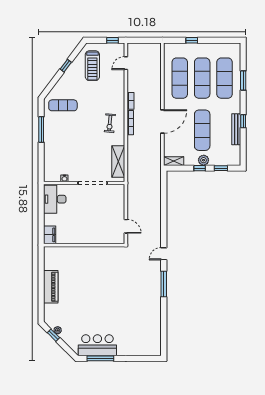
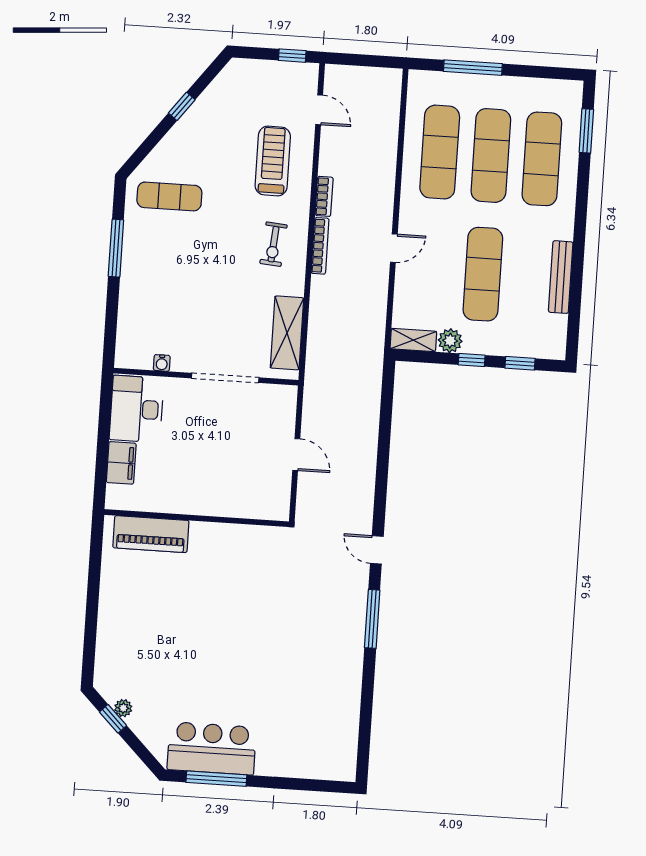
window: (192, 40) -> (473, 68), width x2.17
door: (126, 63) -> (319, 110), swing flipped
treadmill: (92, 66) -> (273, 161), moved, turned 180
window: (243, 80) -> (586, 131), moved
door: (162, 121) -> (394, 248), width x0.53
window: (243, 121) -> (578, 260), removed
plant: (204, 160) -> (450, 341), moved
door: (126, 226) -> (296, 455), moved
filing cabinet: (50, 235) -> (121, 463), moved
door: (164, 254) -> (377, 550), hinge flipped
piano: (51, 287) -> (151, 534), moved, turned 90

